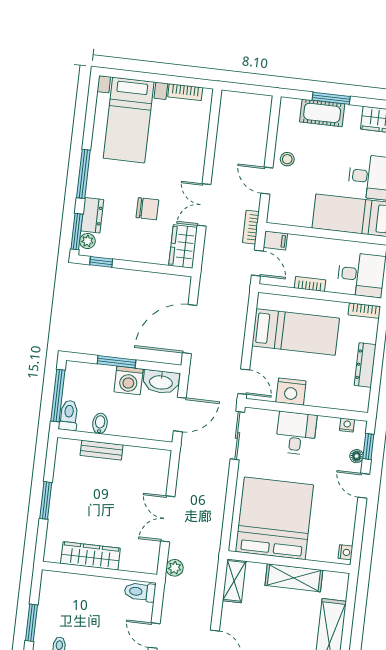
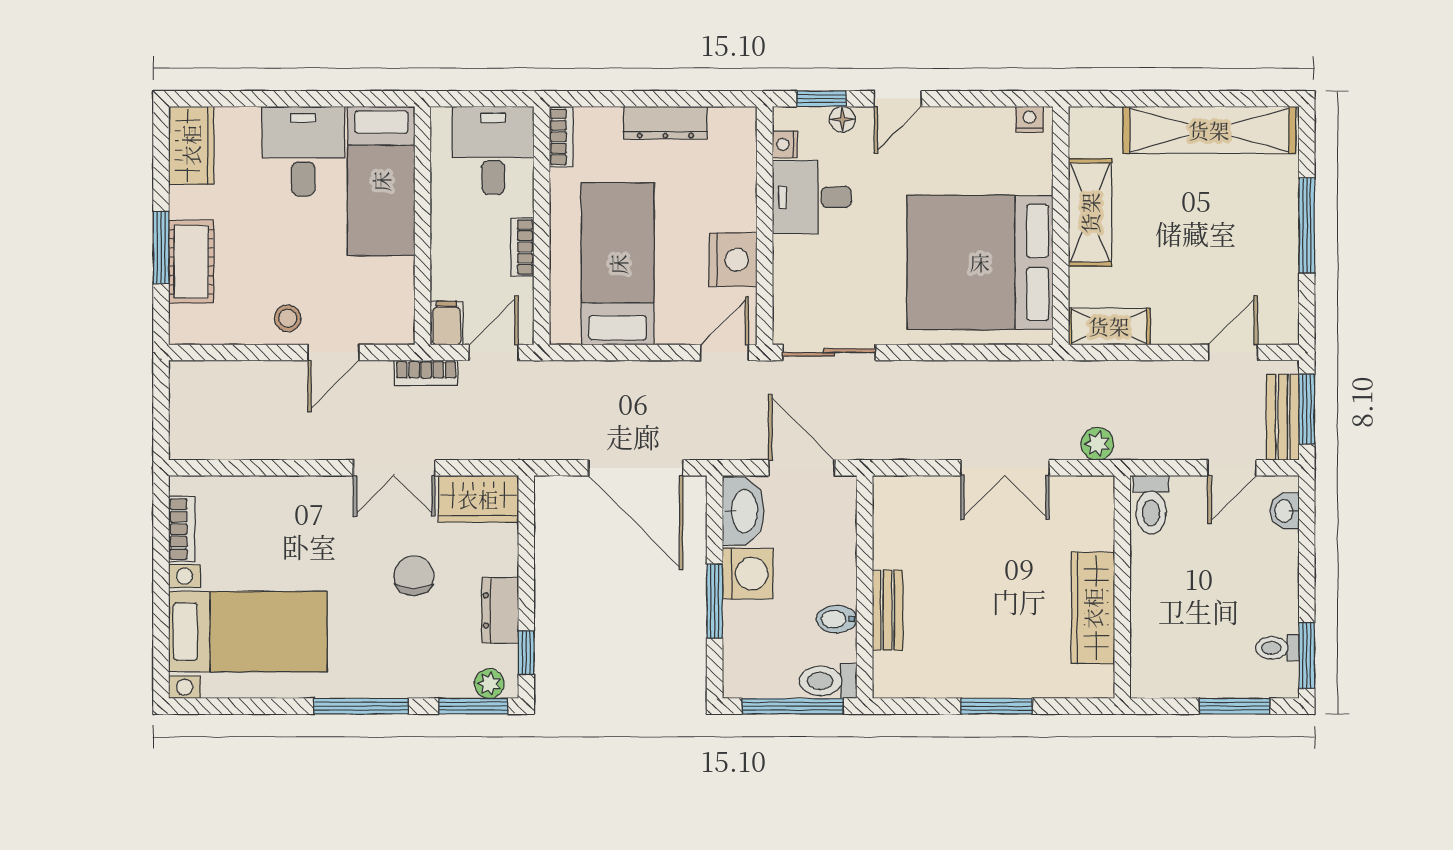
dresser: (92, 215) -> (500, 610), moved, turned -90
desk: (296, 433) -> (812, 197), moved

